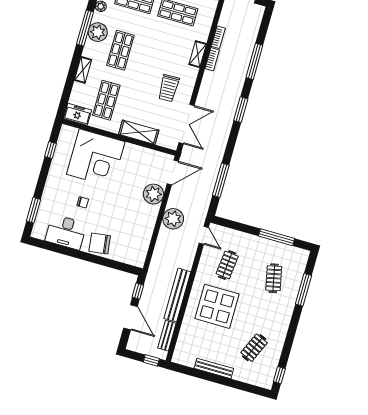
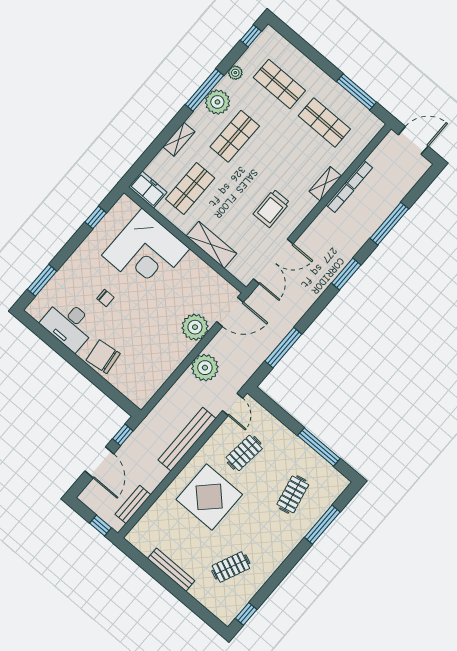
bench: (177, 295) -> (187, 439), moved

